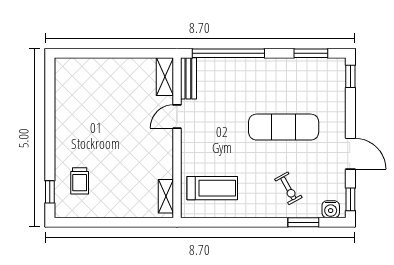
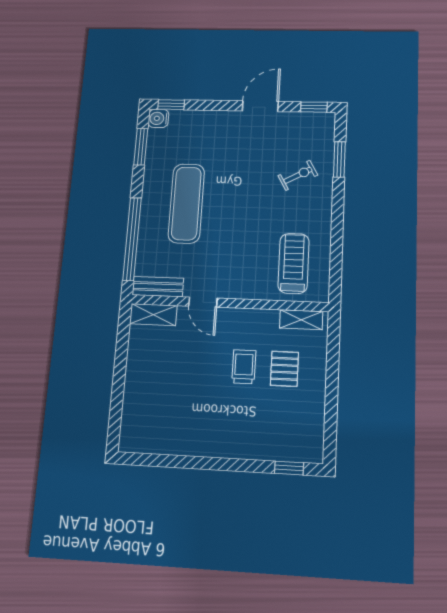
exercise mat: (284, 127) -> (186, 203), moved
trolley: (80, 181) -> (244, 367), moved, turned -90
pallet: (126, 185) -> (284, 369), added
water cooler: (331, 209) -> (158, 118), moved, turned 180

